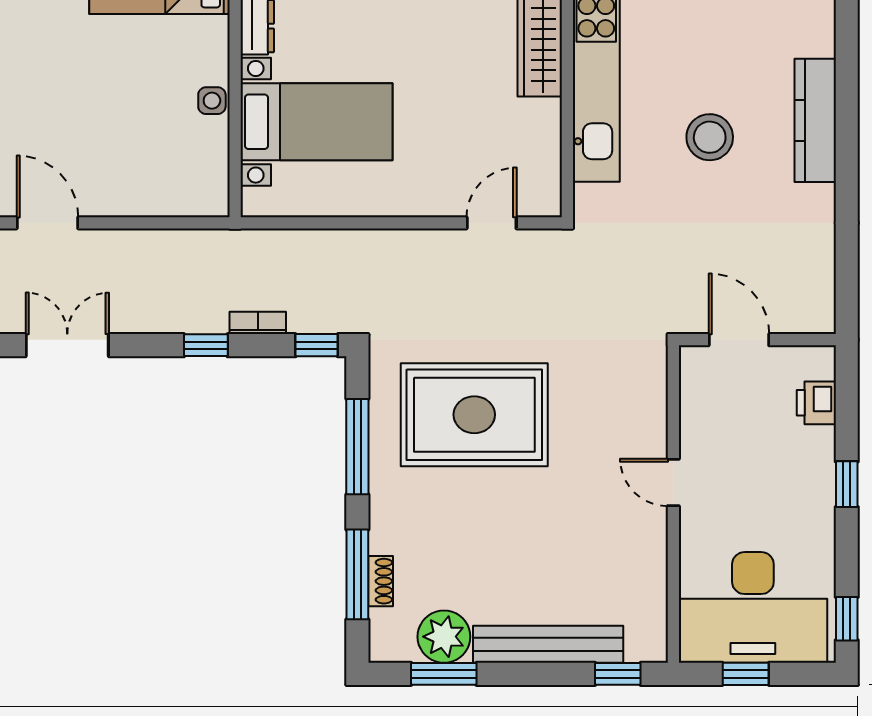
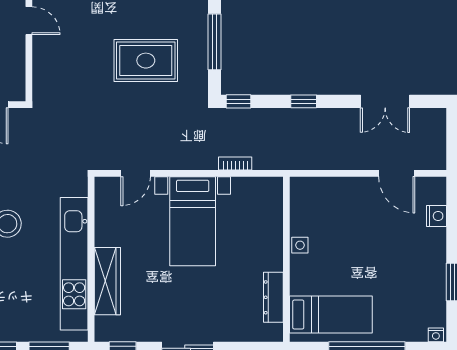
bed with nightstands: (317, 122) -> (193, 221), moved, turned -90
bookcase: (258, 323) -> (235, 163), moved, turned 180
rug: (474, 415) -> (146, 61), width x0.73, depth x0.69

